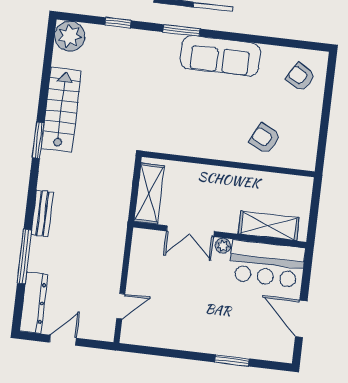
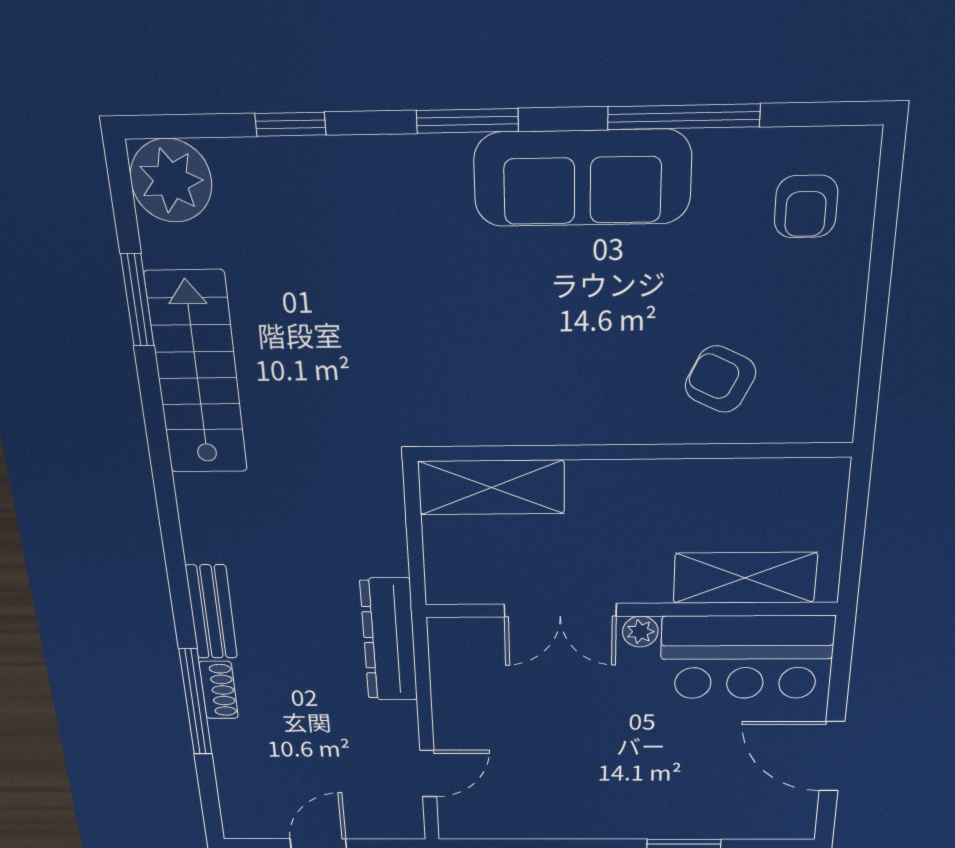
window: (259, 40) -> (684, 117), added
armchair: (300, 77) -> (806, 207), turned -121
window: (38, 140) -> (137, 300), moved
shelving: (149, 194) -> (491, 487), moved, turned 90
shoe rack: (36, 252) -> (219, 690), added
dresser: (34, 303) -> (389, 640), moved, turned 180

